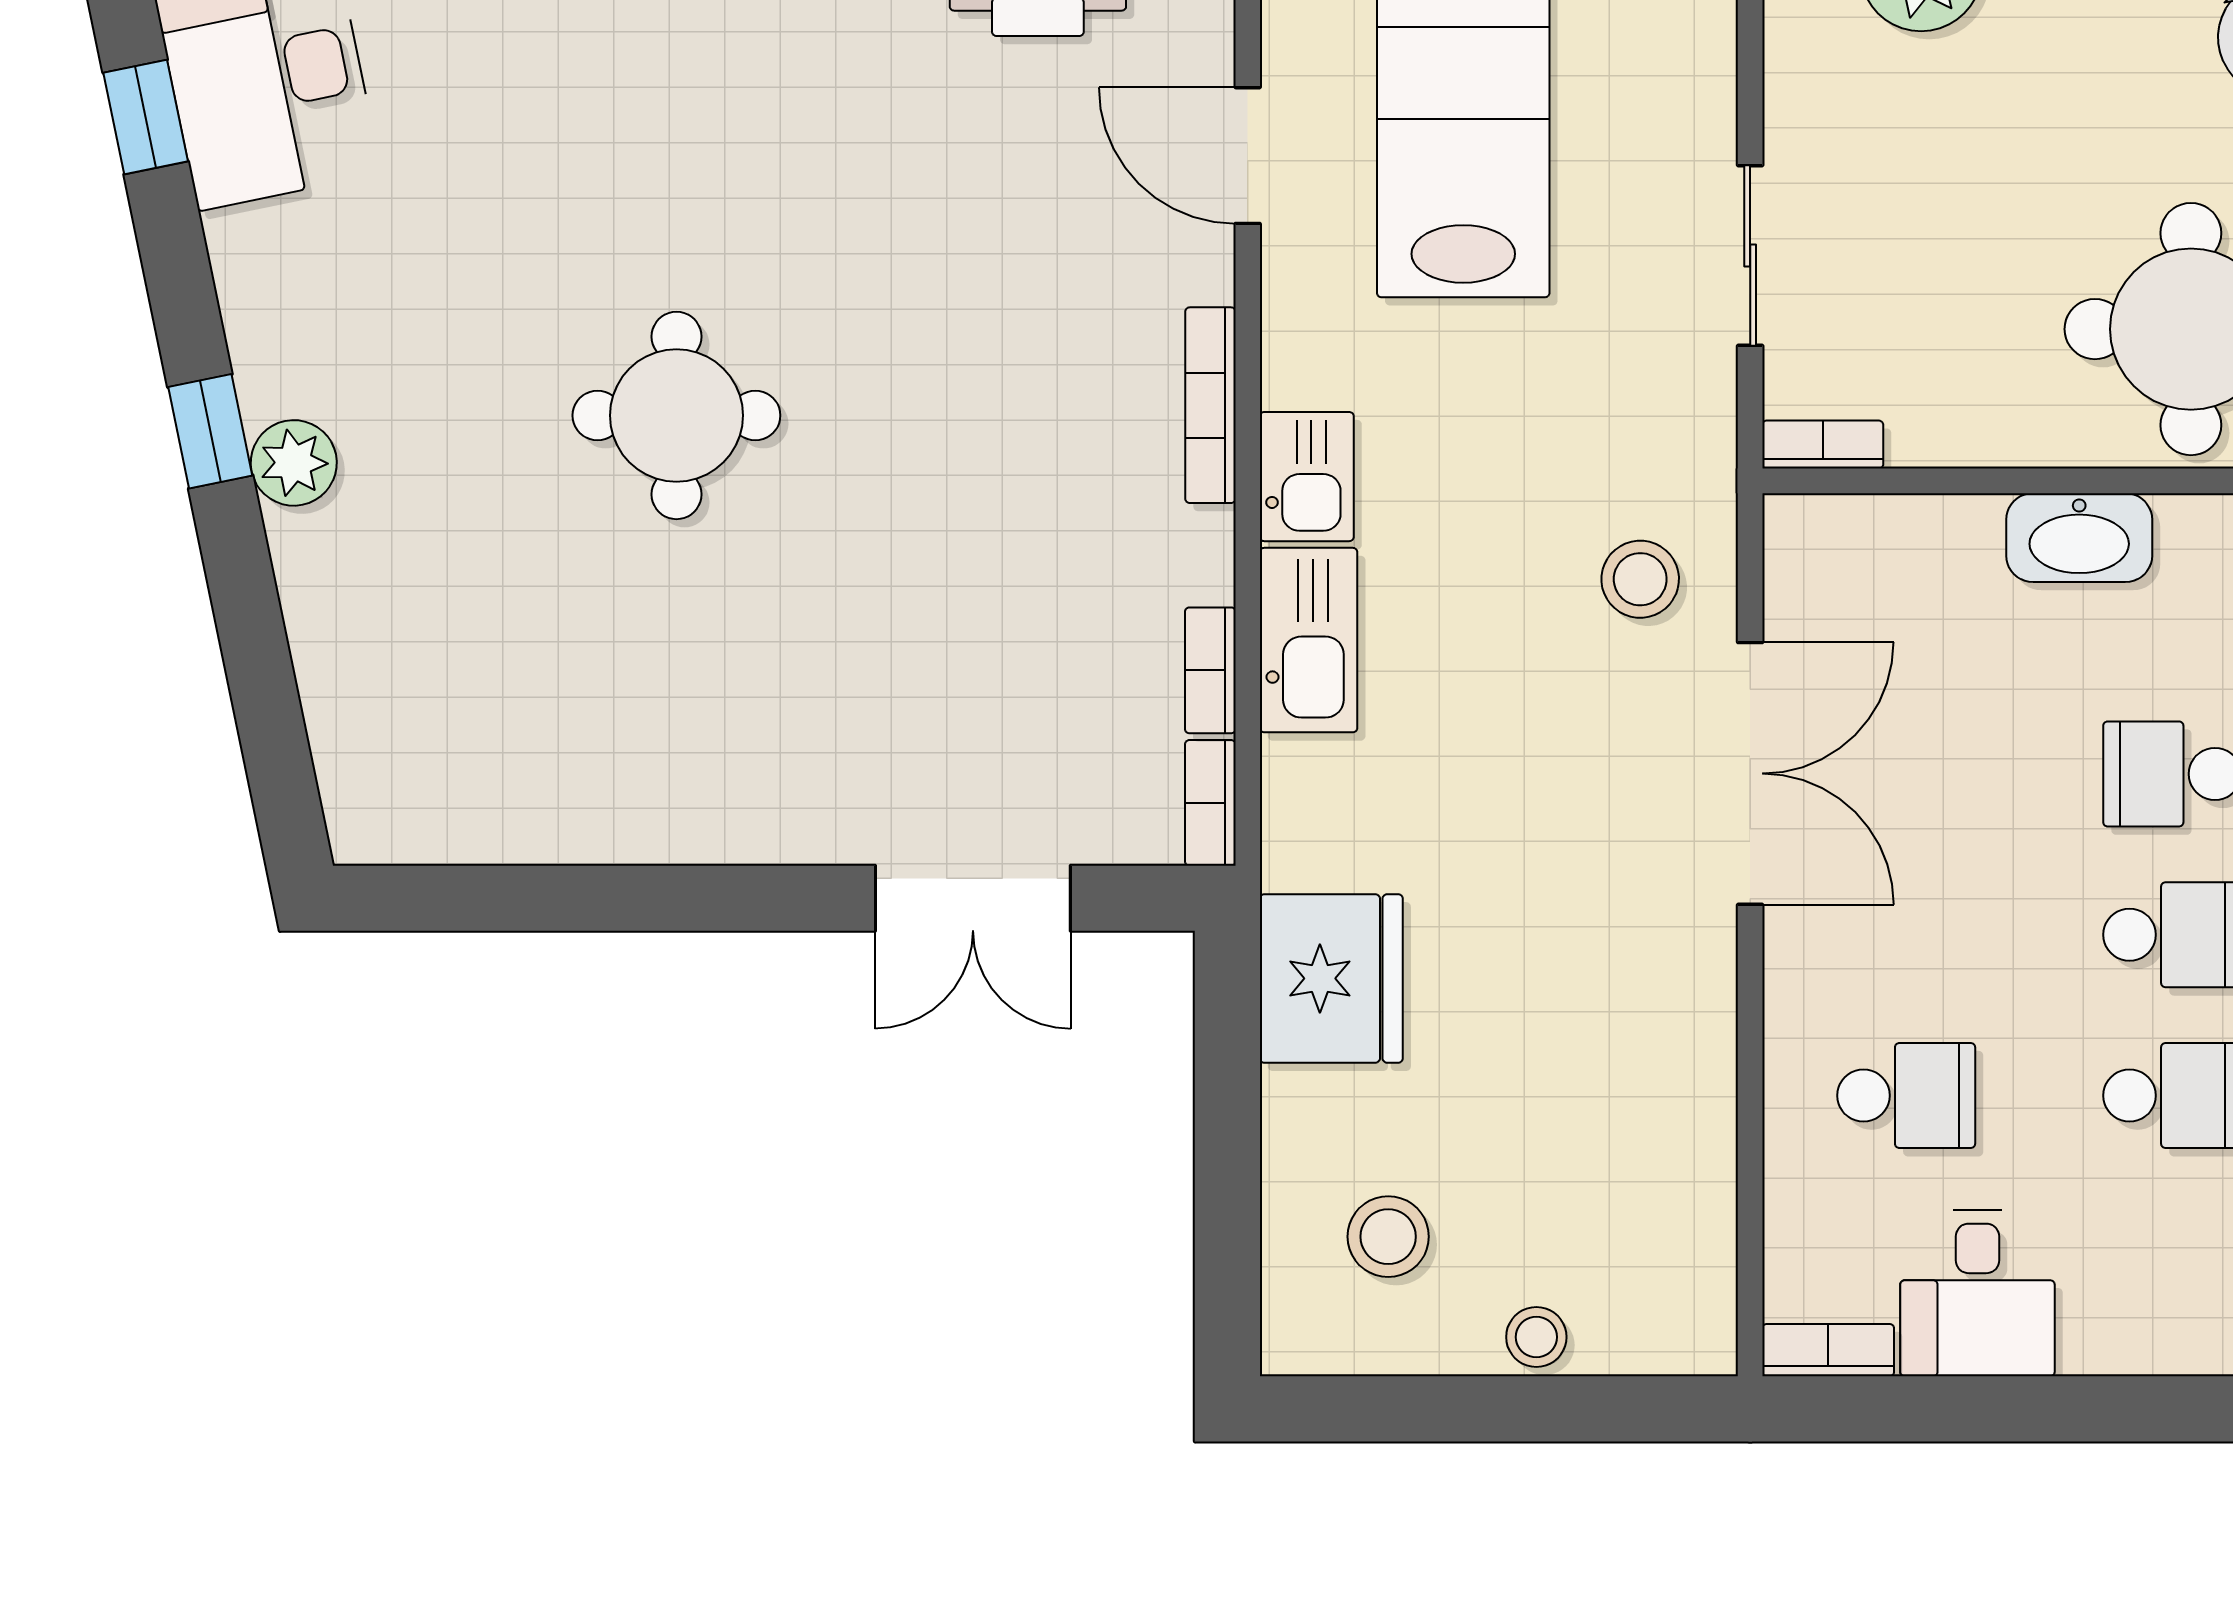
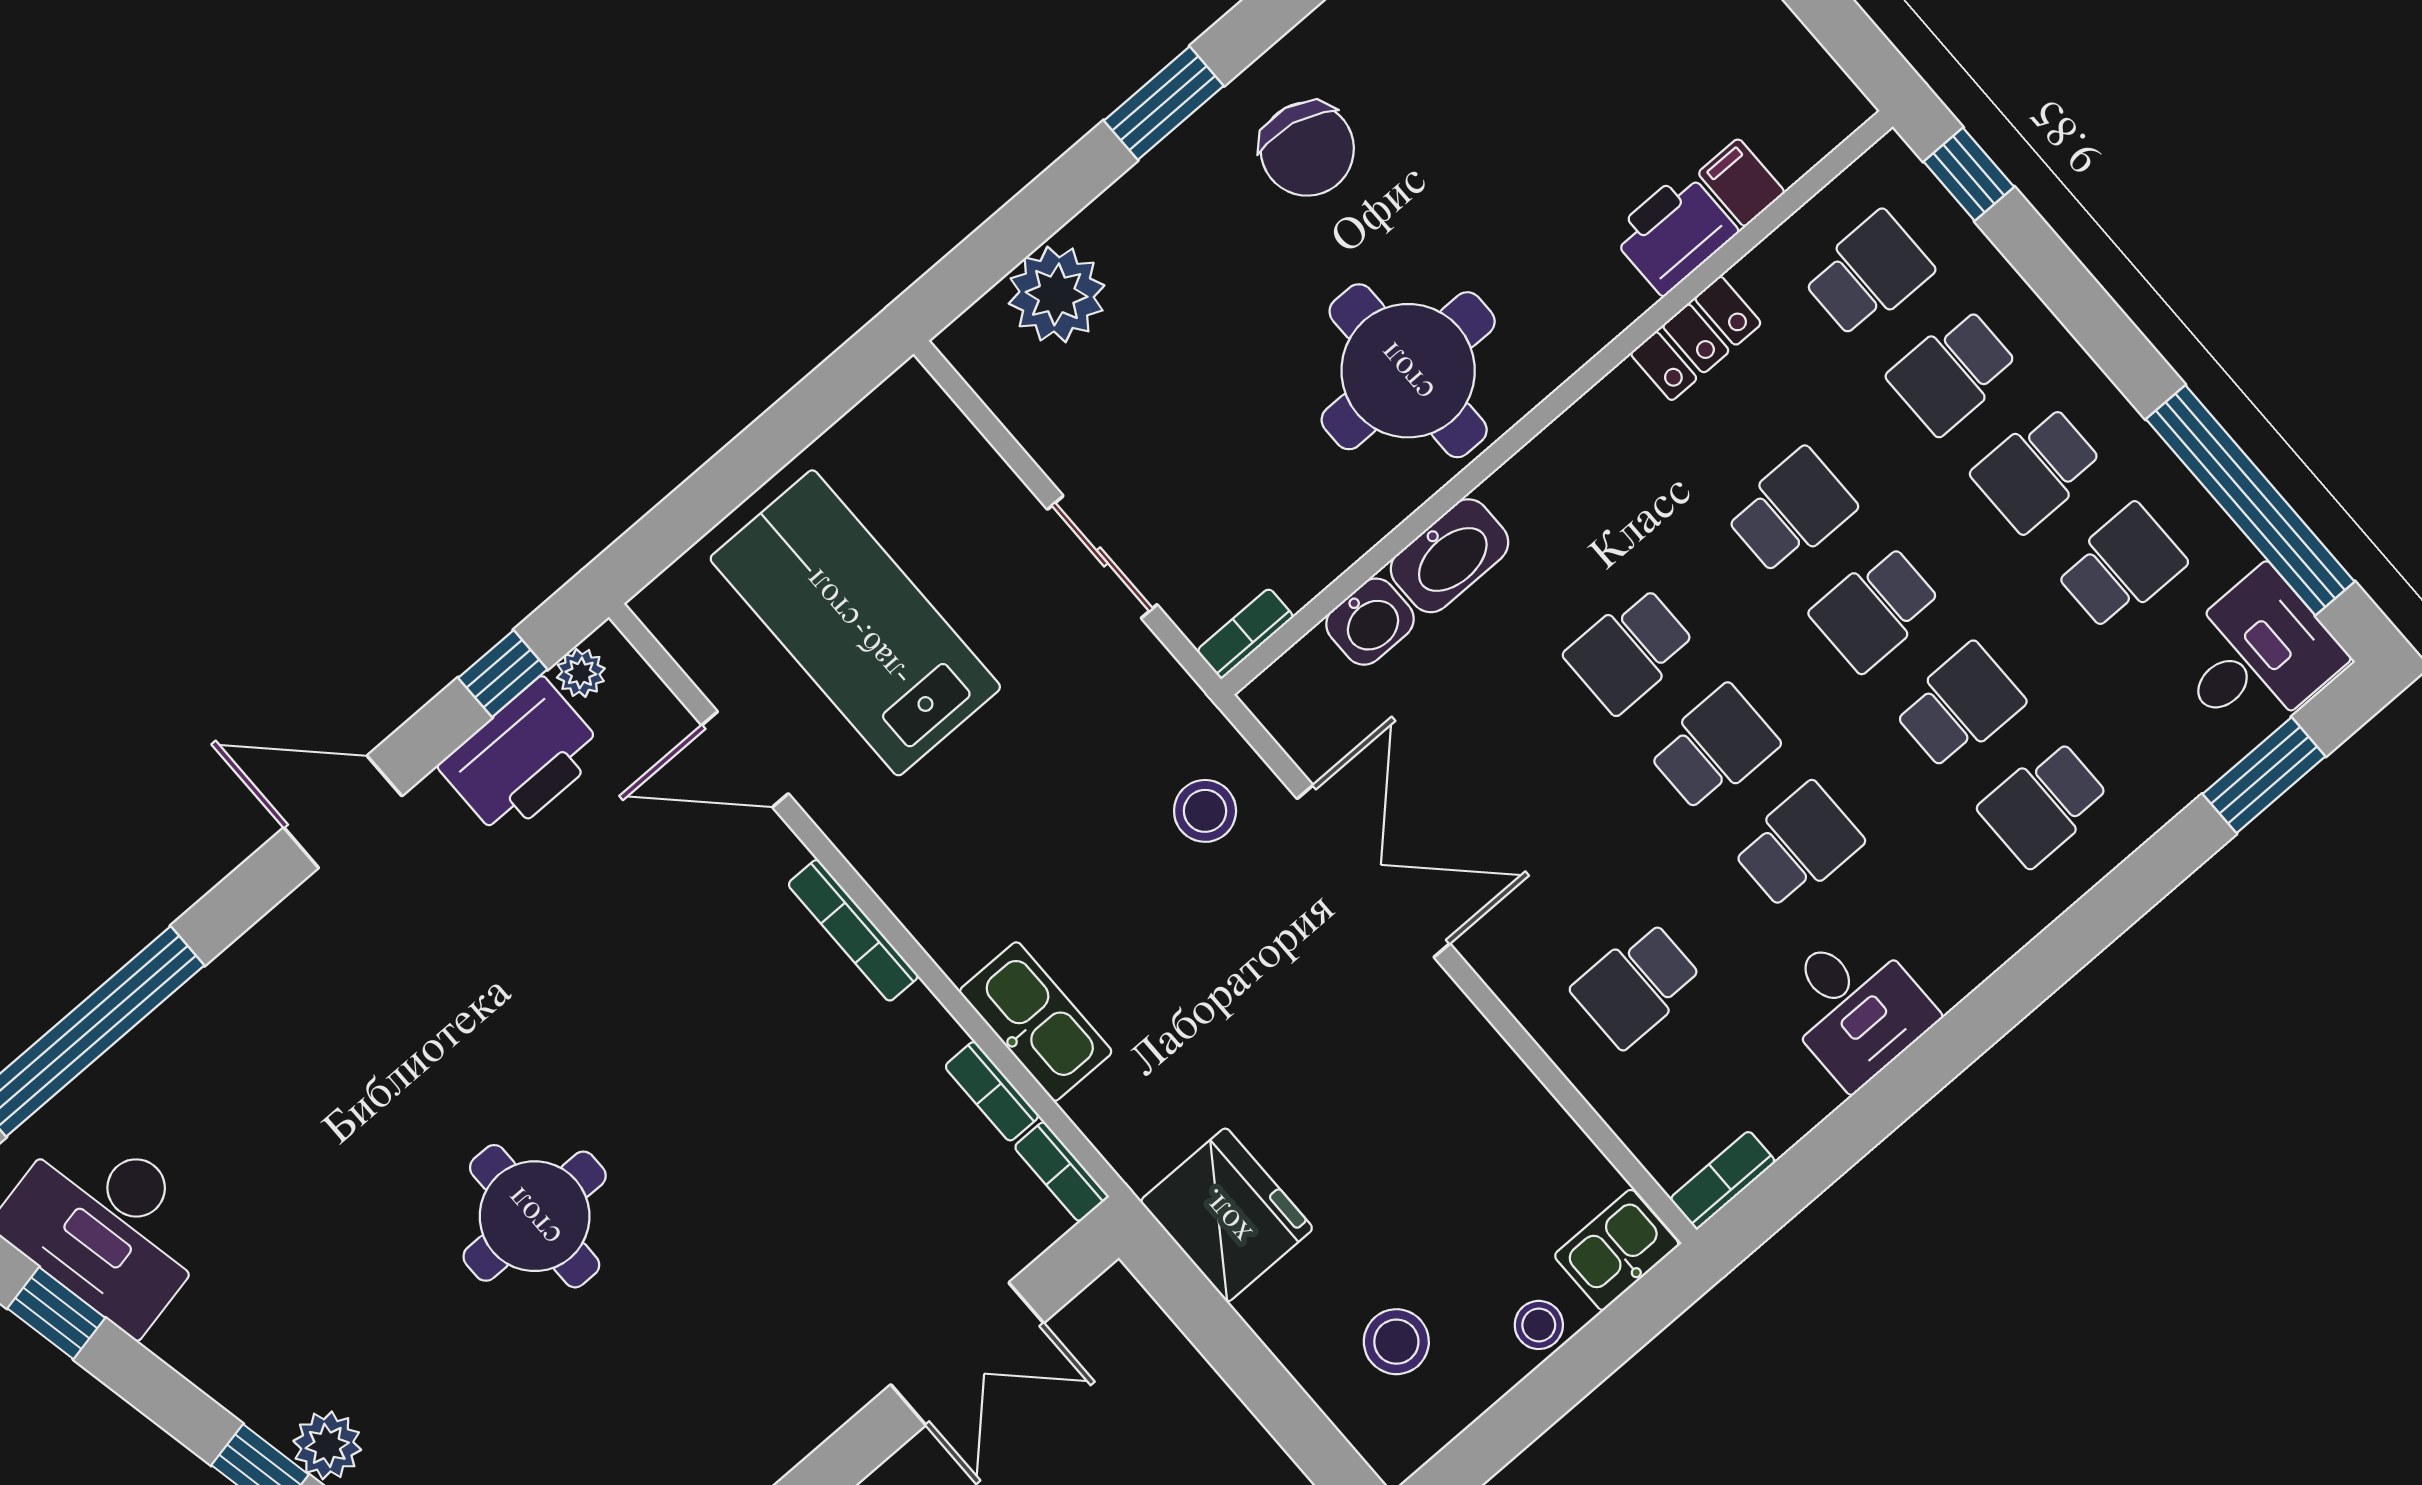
kitchen sink: (1307, 477) -> (1617, 1250), moved, turned -90
washbasin: (1950, 535) -> (1370, 622), added
school desk: (1906, 1096) -> (1637, 985), turned 180
desk: (1977, 1293) -> (1854, 1006), moved

